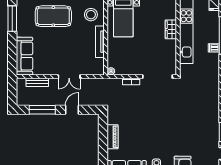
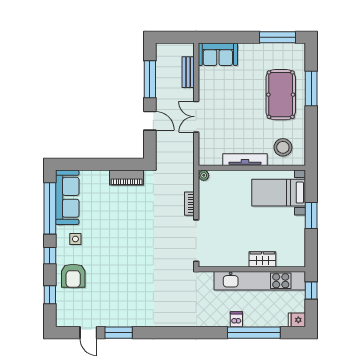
sofa: (24, 56) -> (218, 54), width x0.73
piano: (113, 137) -> (127, 178), moved

